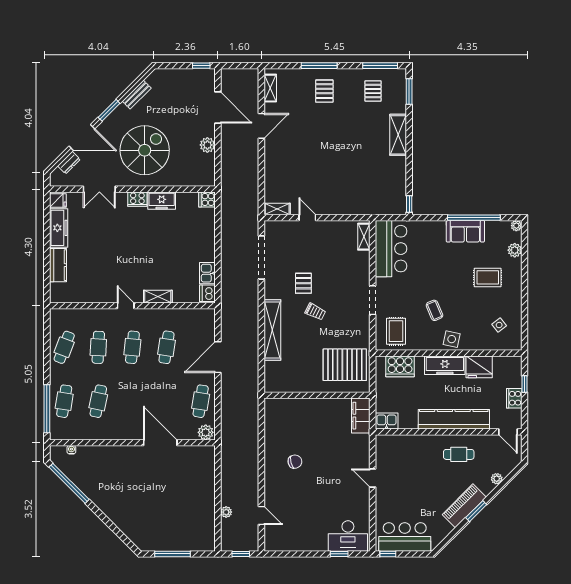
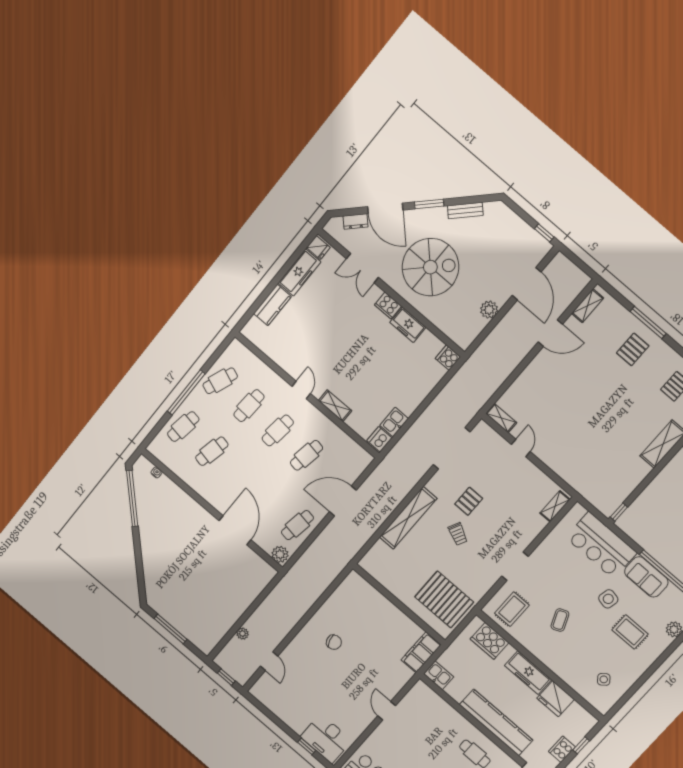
bar counter: (391, 249) -> (601, 545), moved, turned 90
side table: (452, 339) -> (608, 599), moved
window: (47, 409) -> (186, 393), moved

